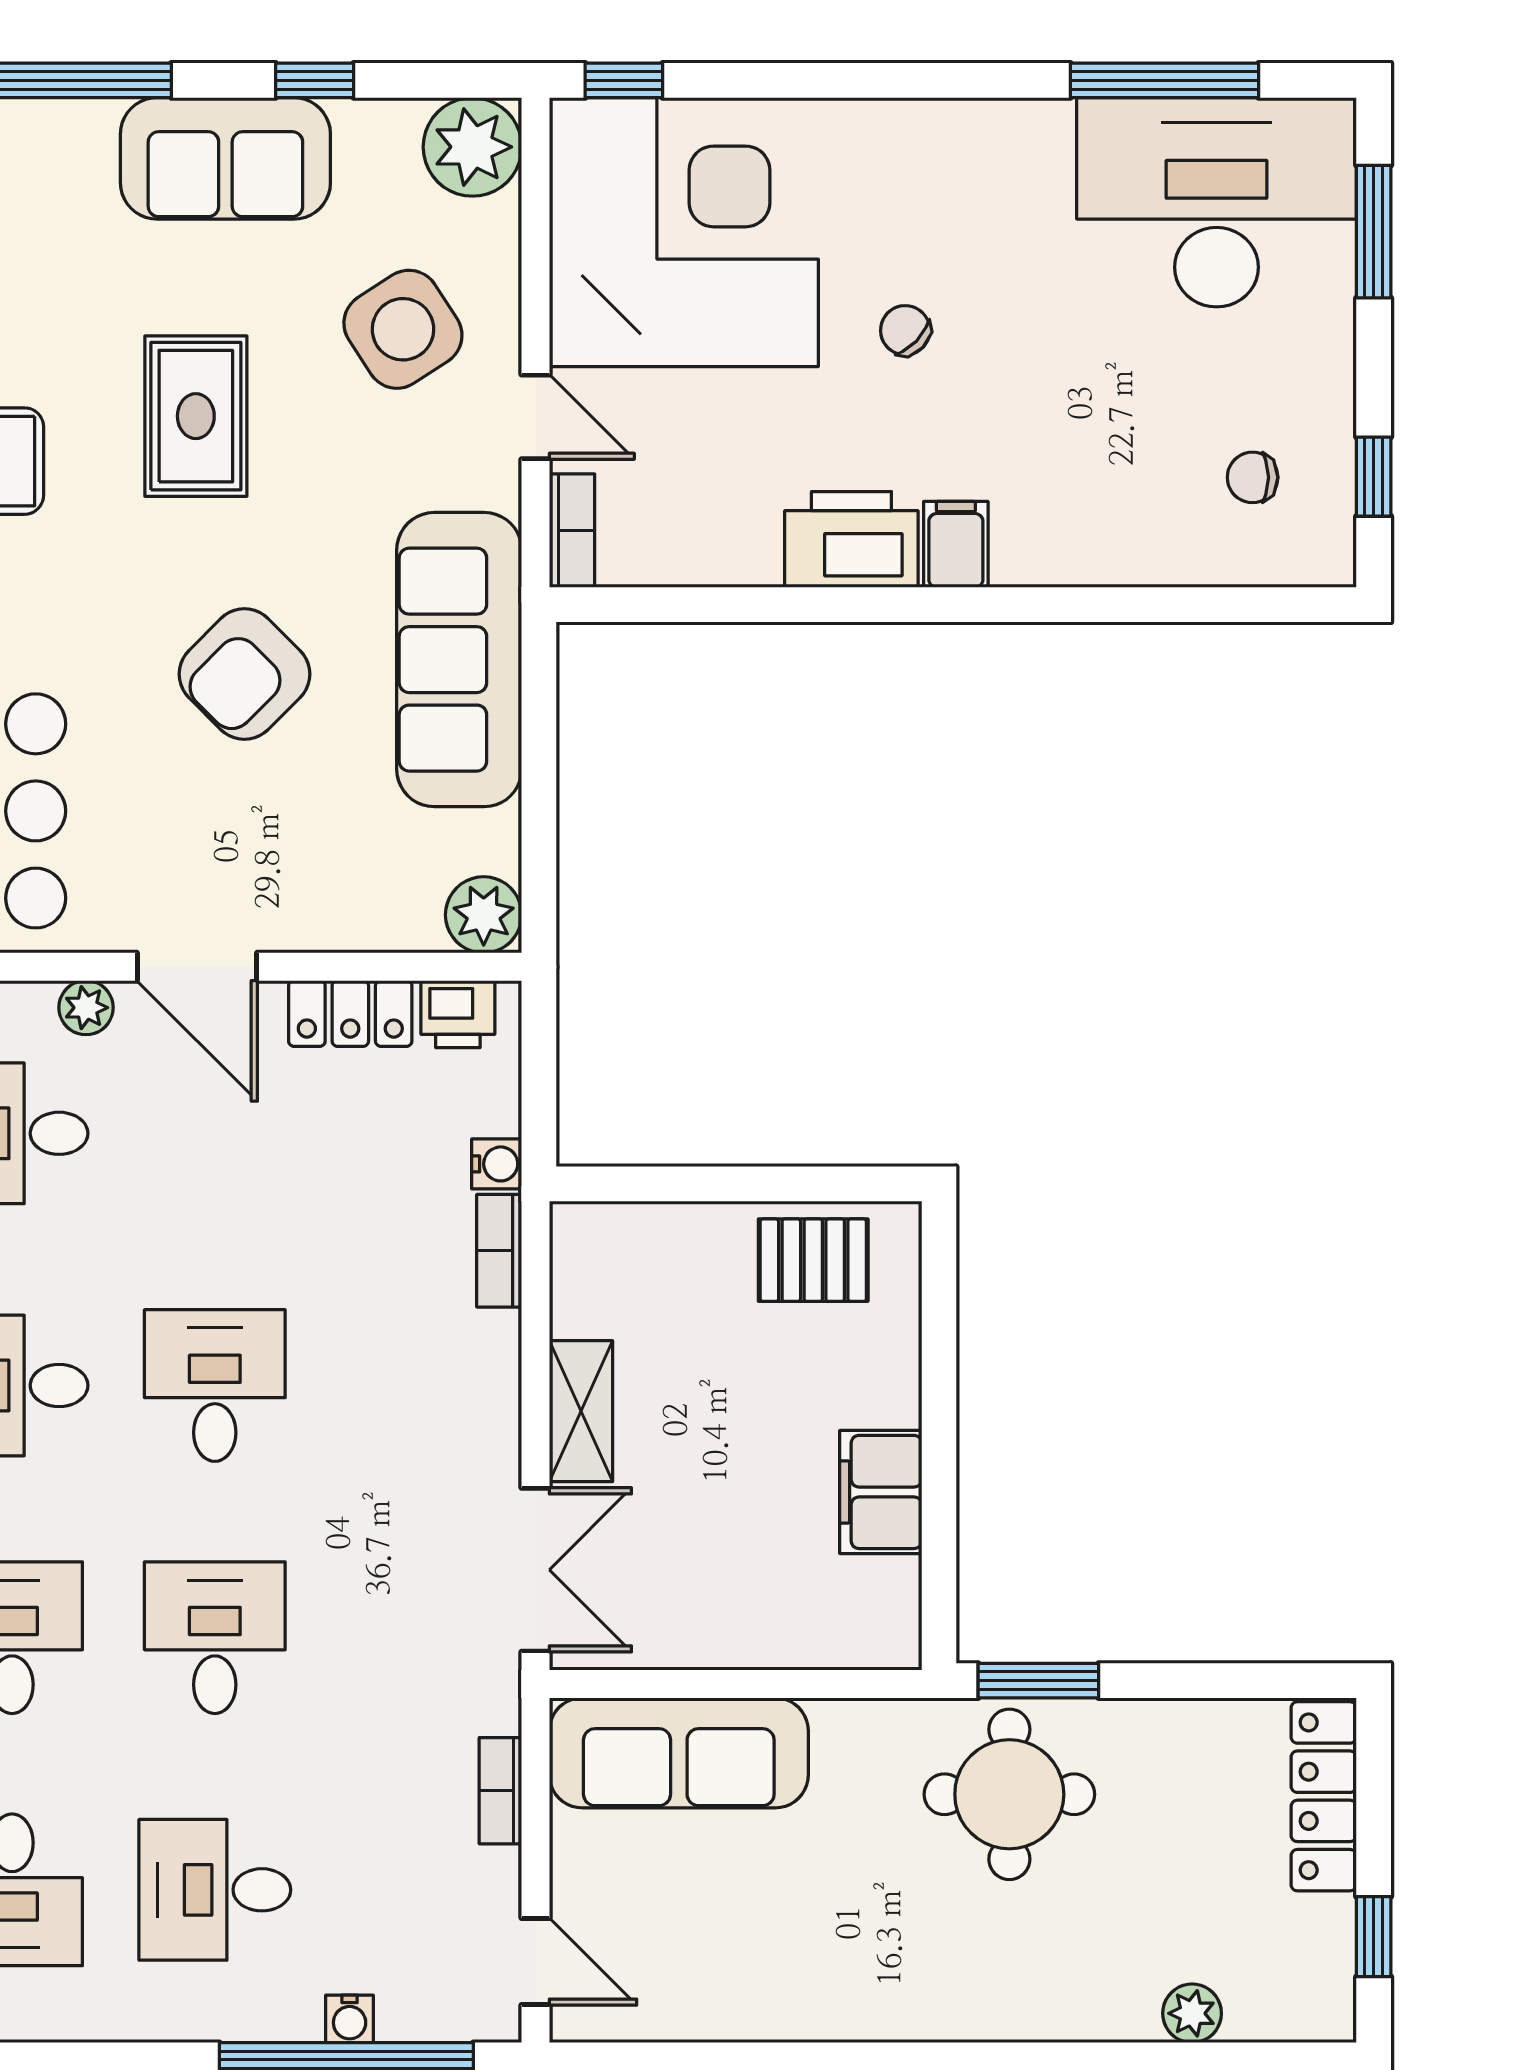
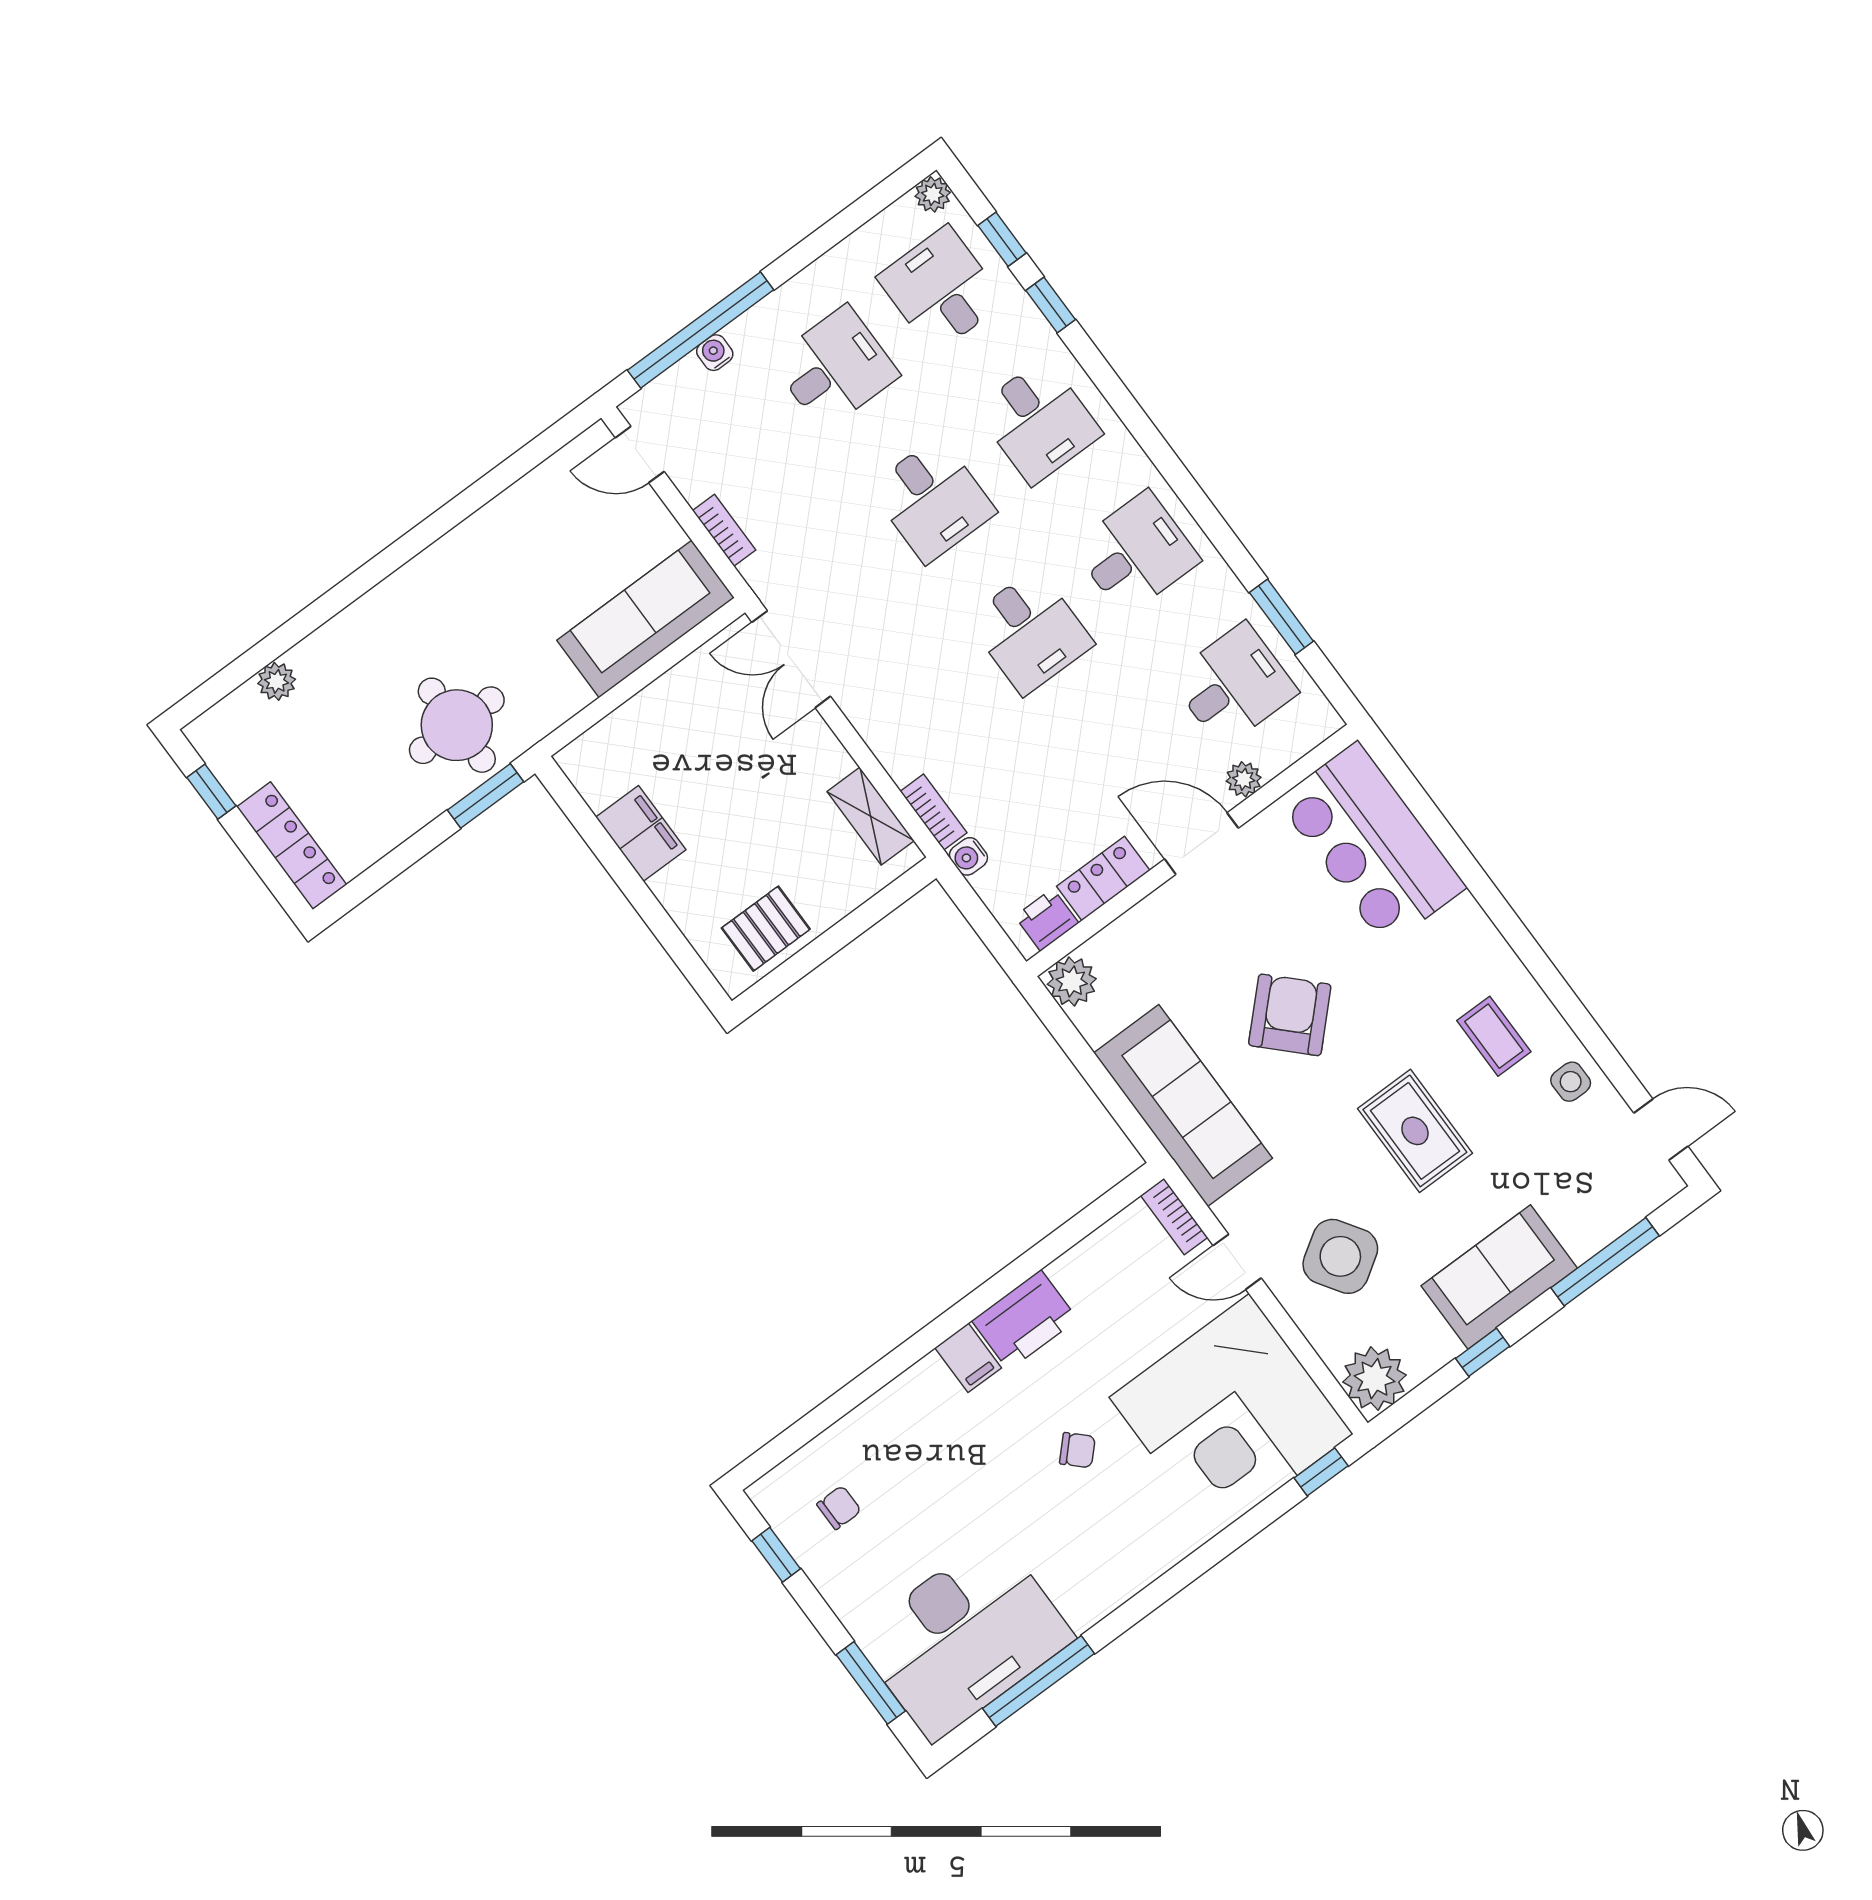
shelving: (581, 1411) -> (871, 816), moved

